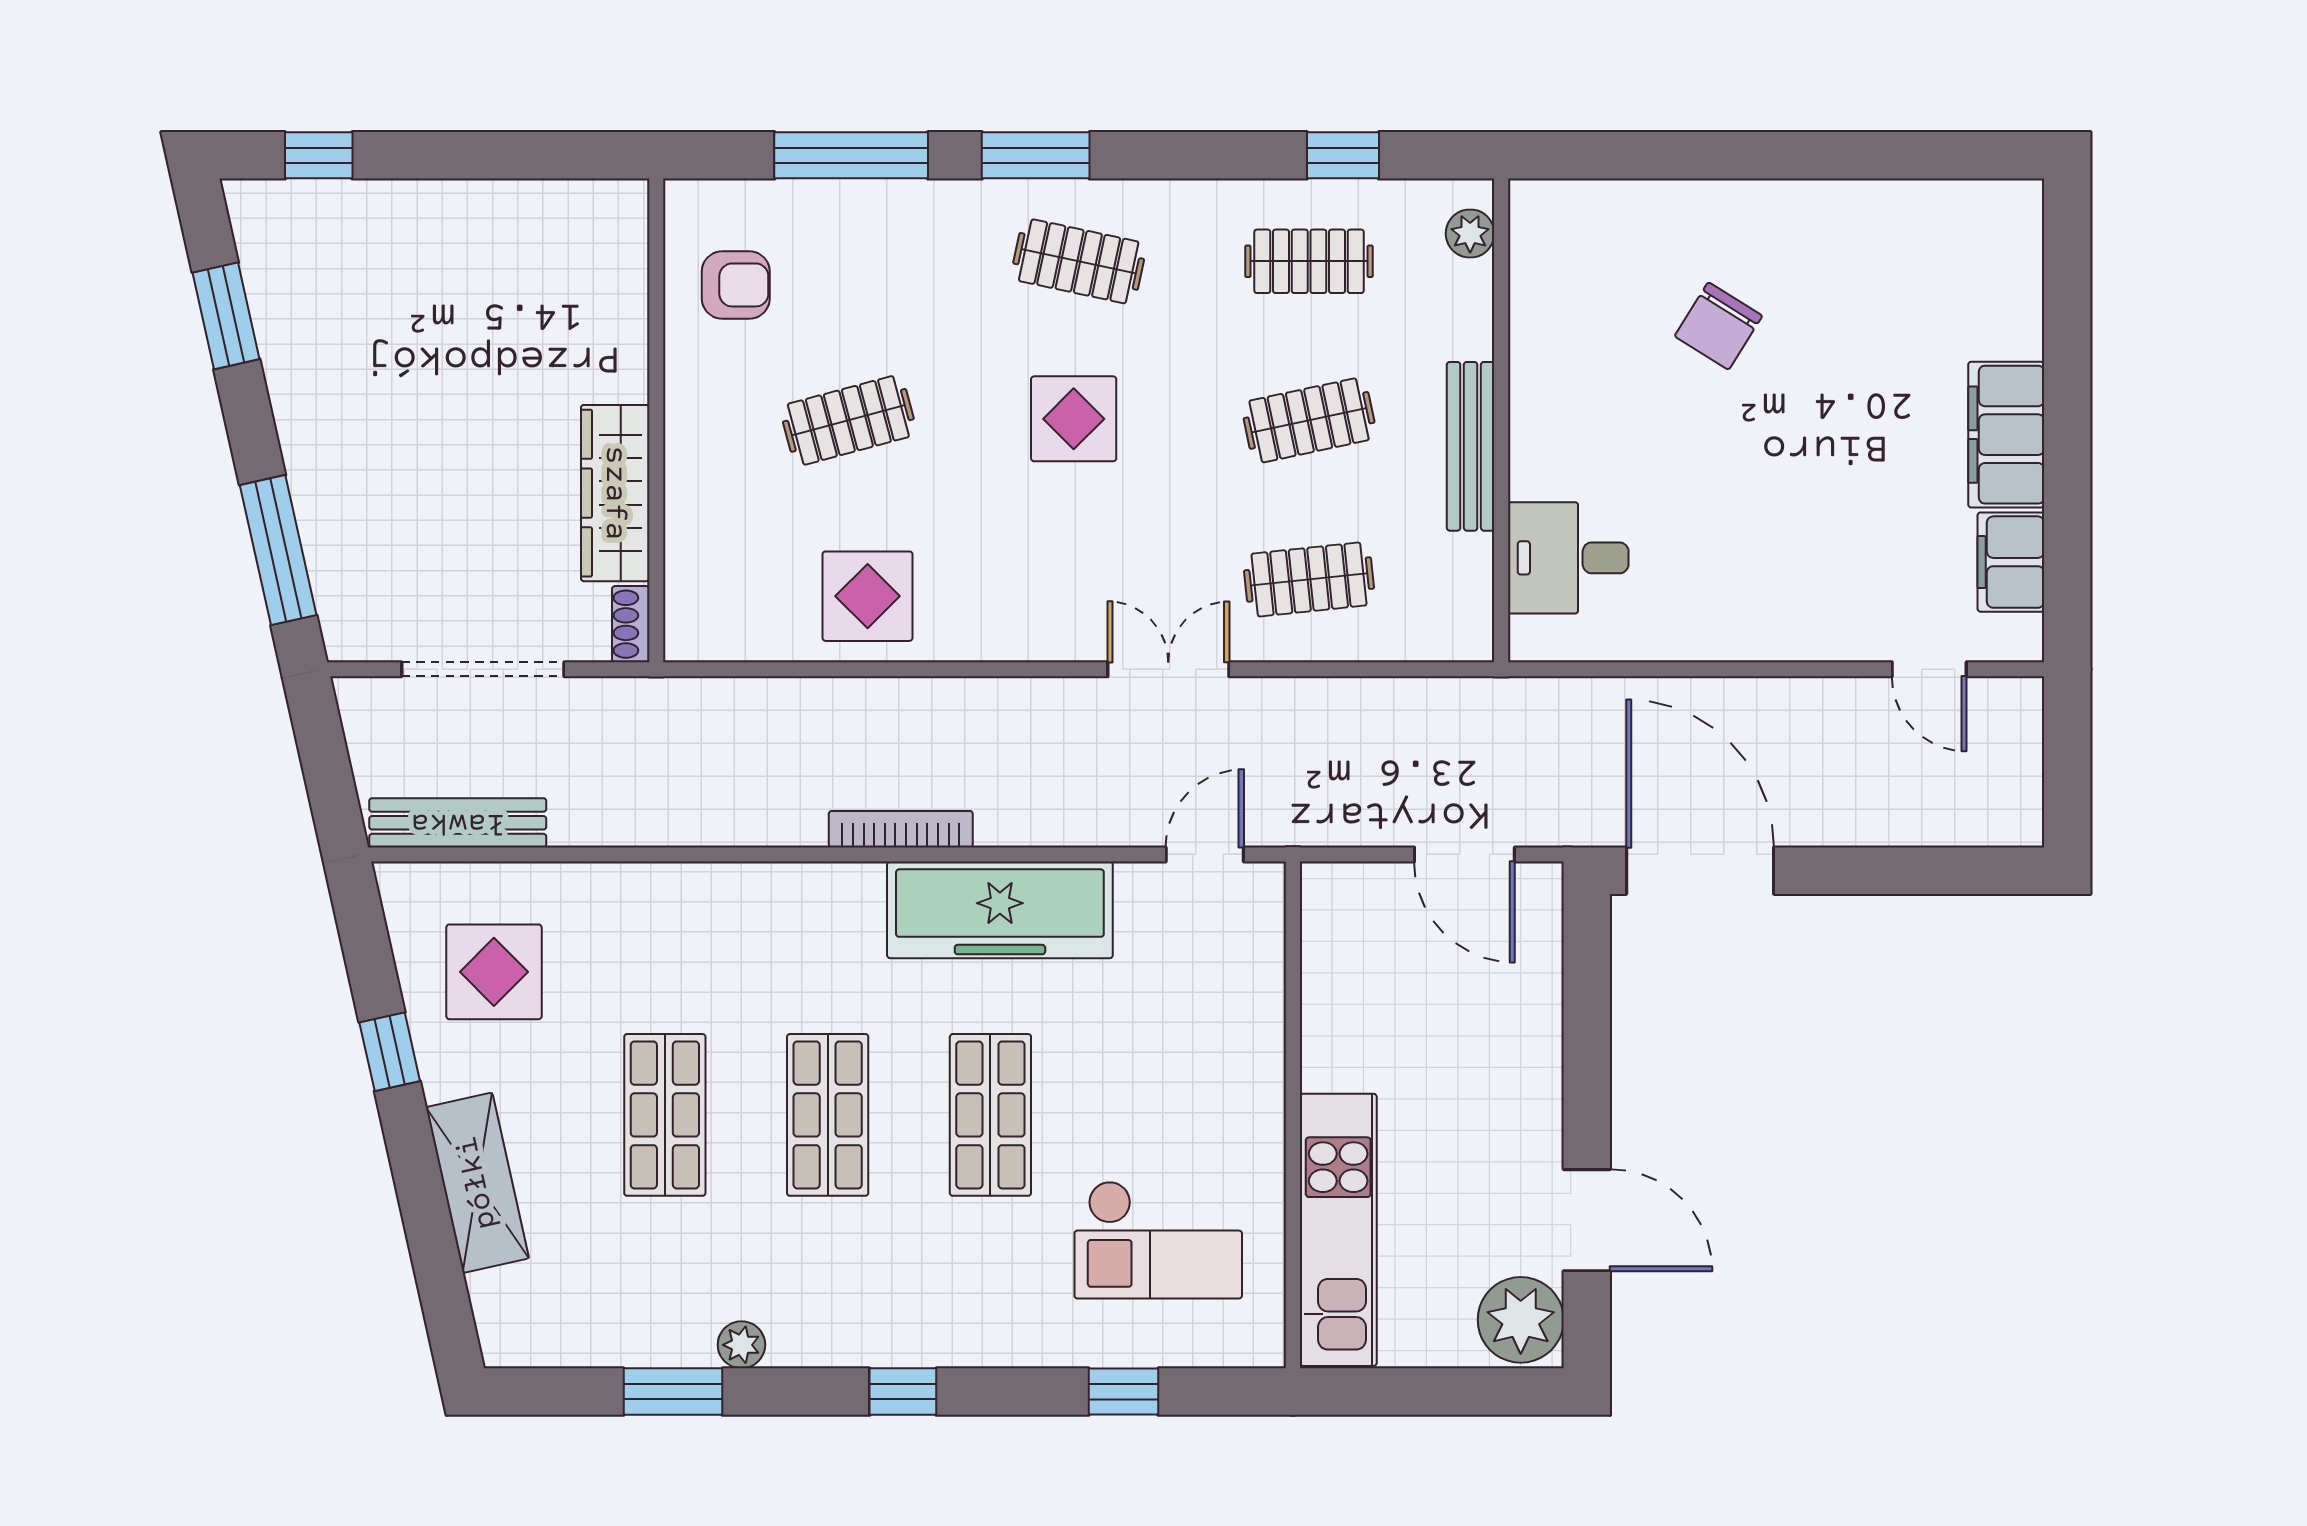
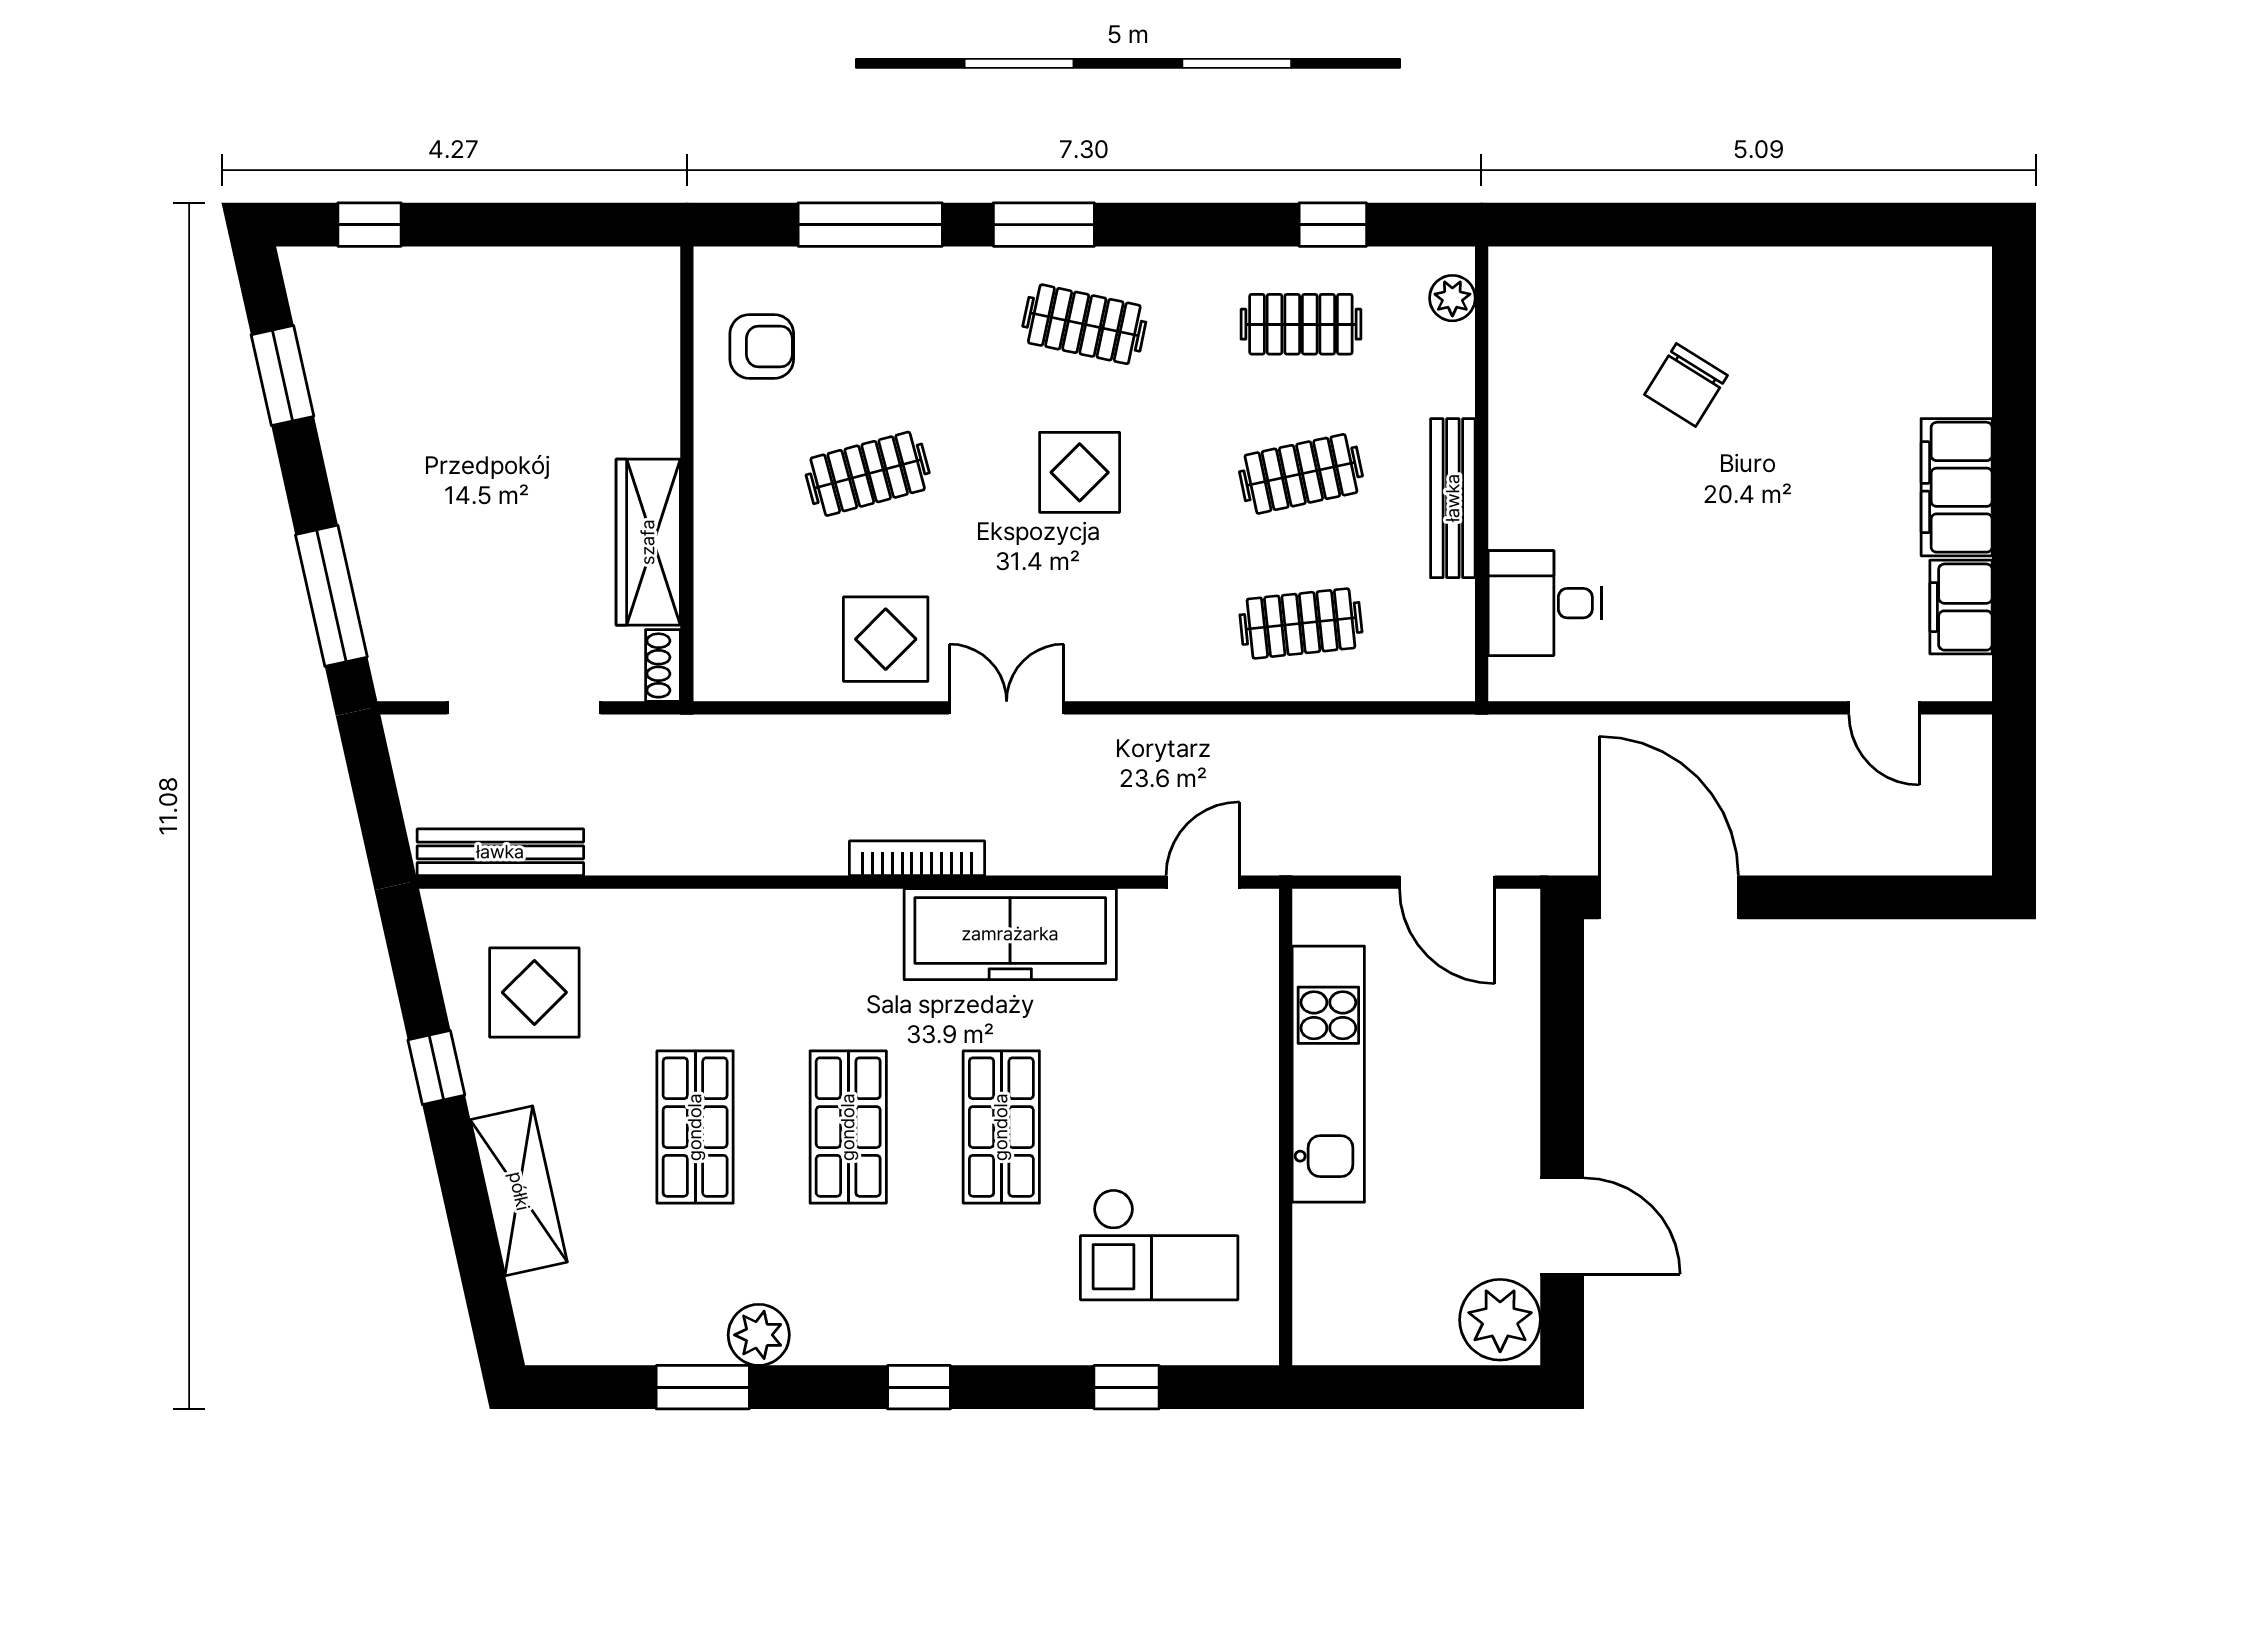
double door: (1168, 669) -> (1007, 708), moved
kitchen unit: (1338, 1230) -> (1328, 1074), moved
plant: (741, 1345) -> (759, 1335), width x1.38, depth x1.38

